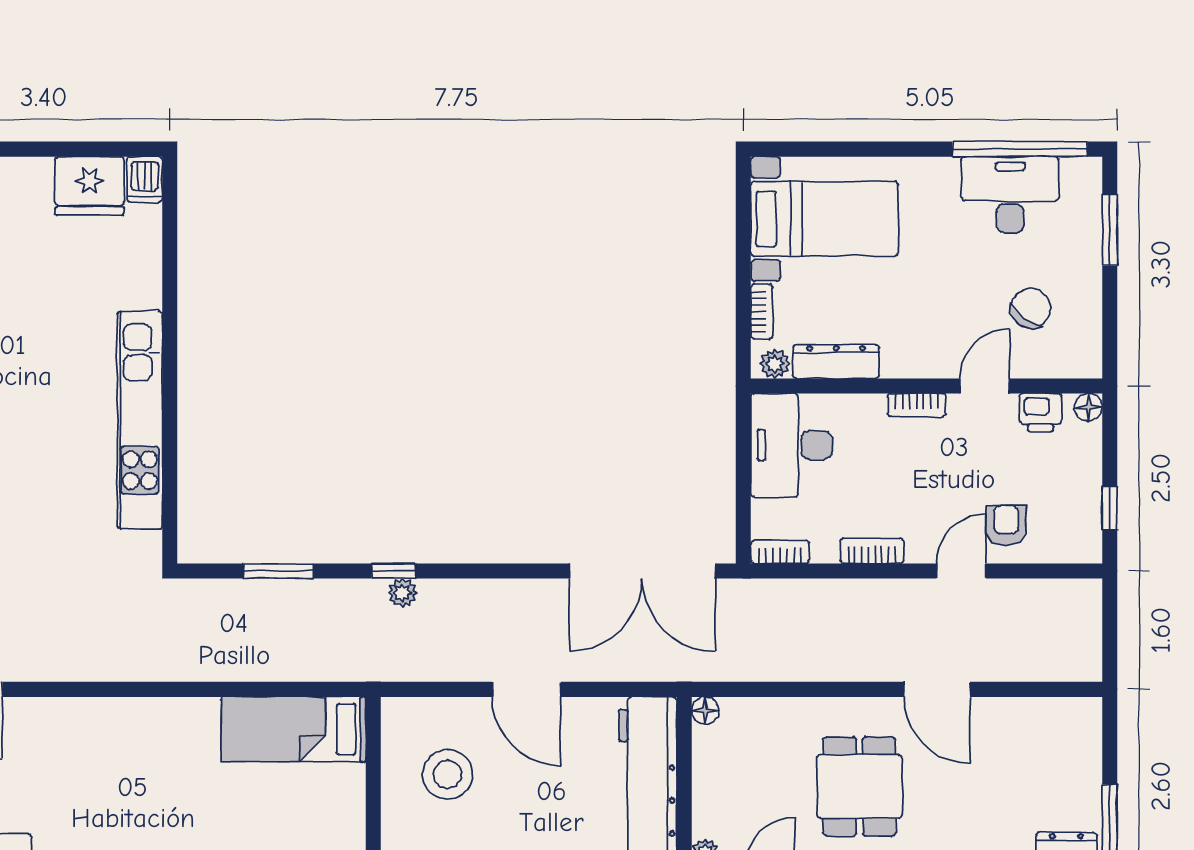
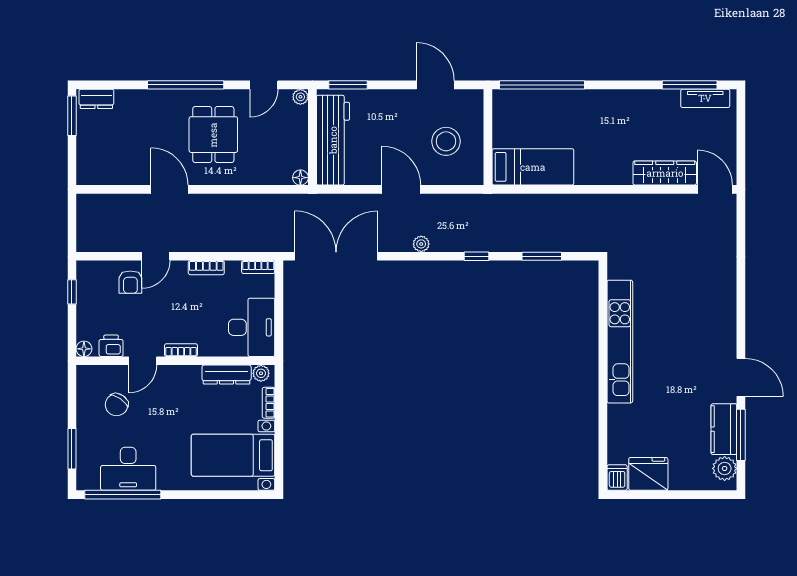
plant: (402, 593) -> (421, 244), moved
wardrobe: (60, 718) -> (665, 173), added

